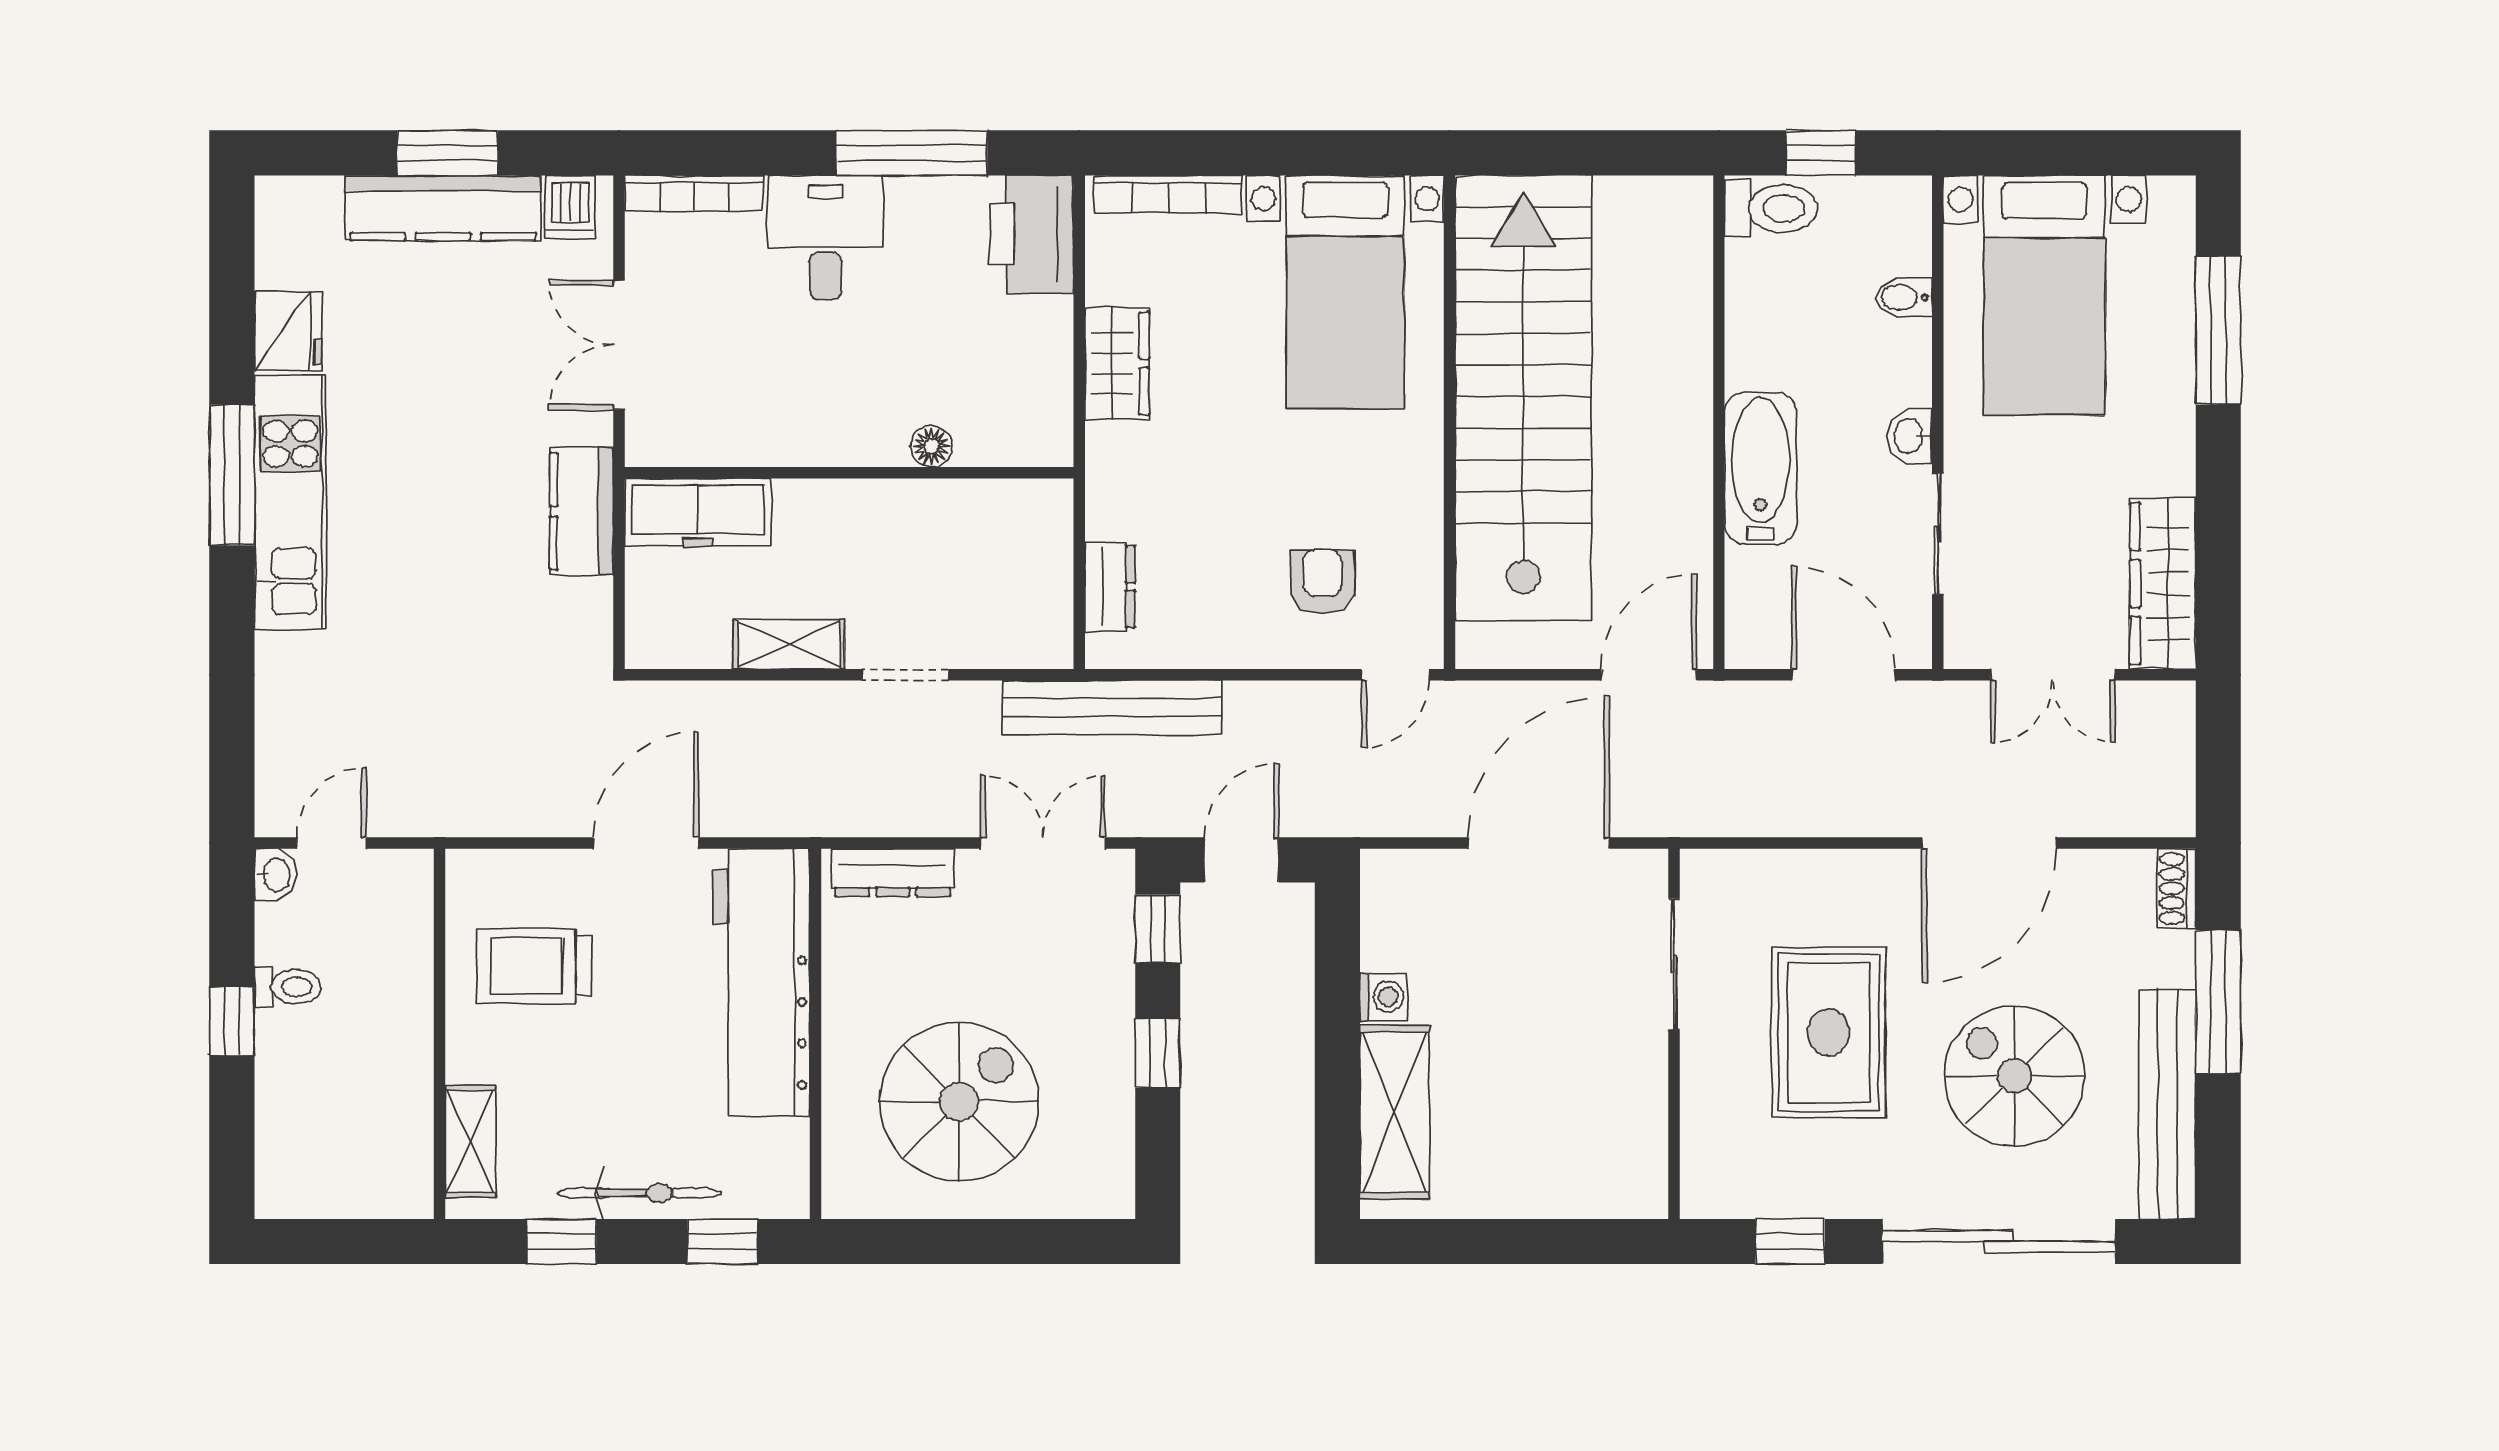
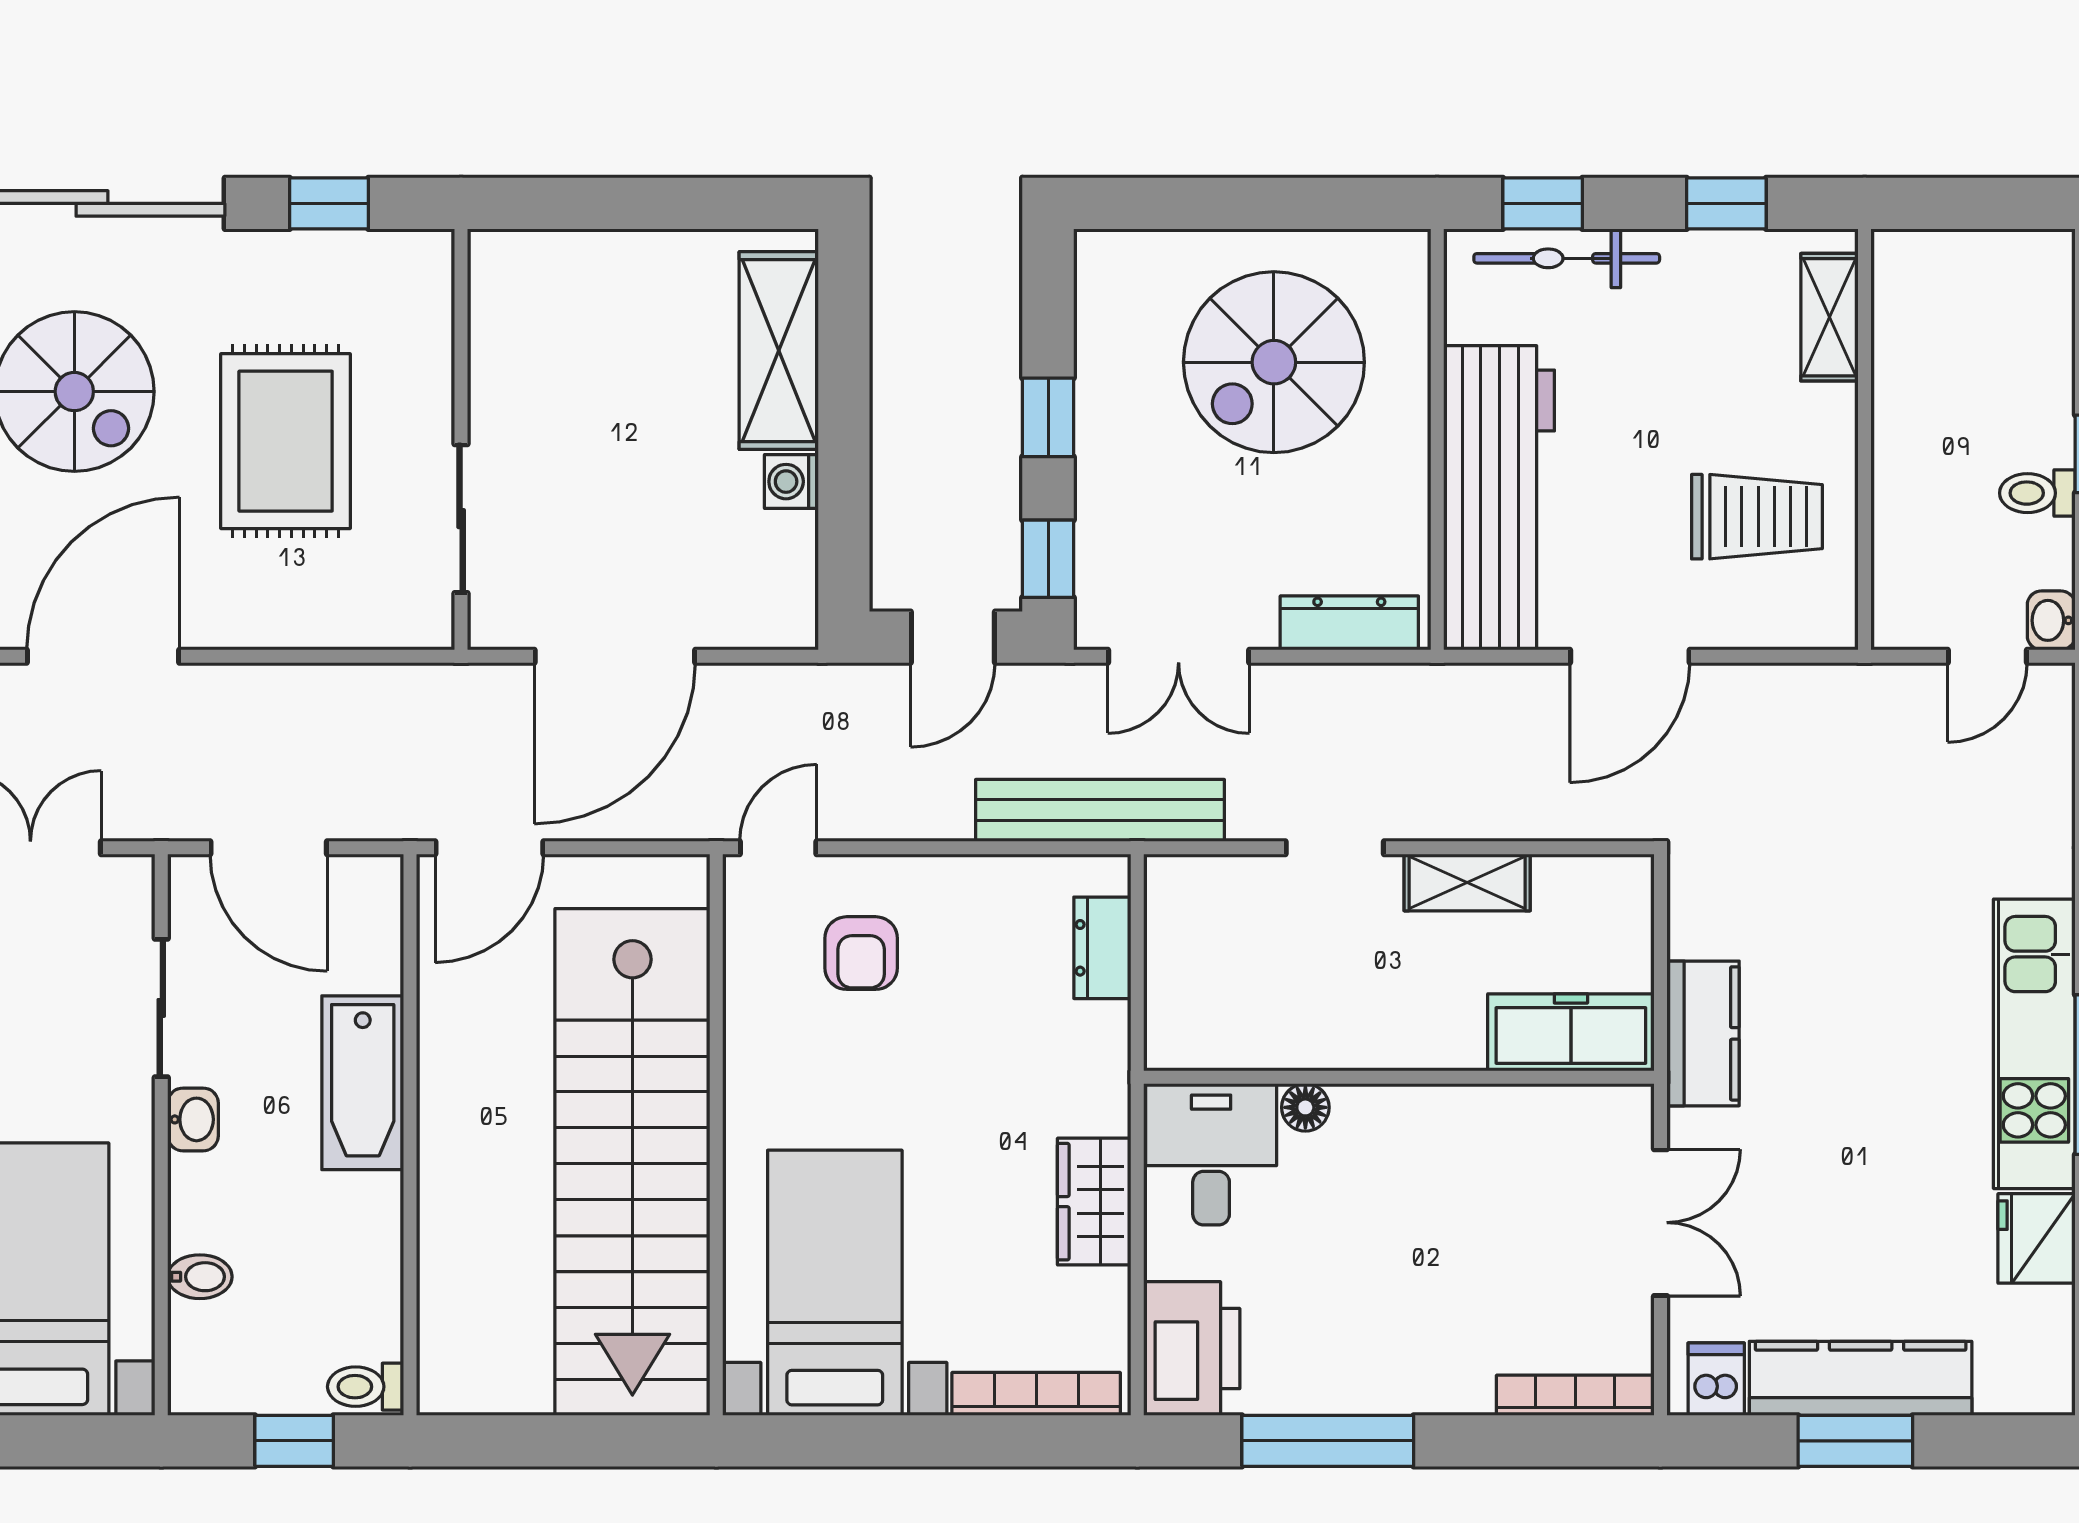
toilet: (1771, 208) -> (366, 1387), width x0.73, depth x0.72
desk: (825, 237) -> (1211, 1154), moved, turned 180
bicycle: (640, 1193) -> (1567, 258), moved

